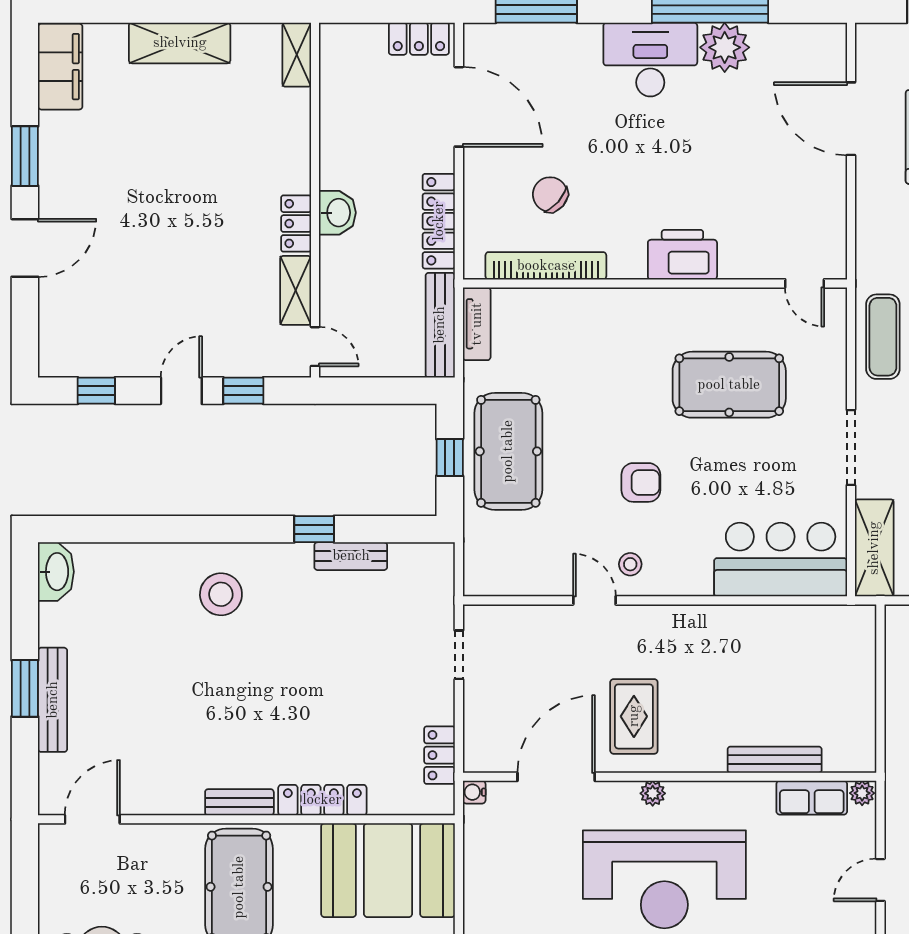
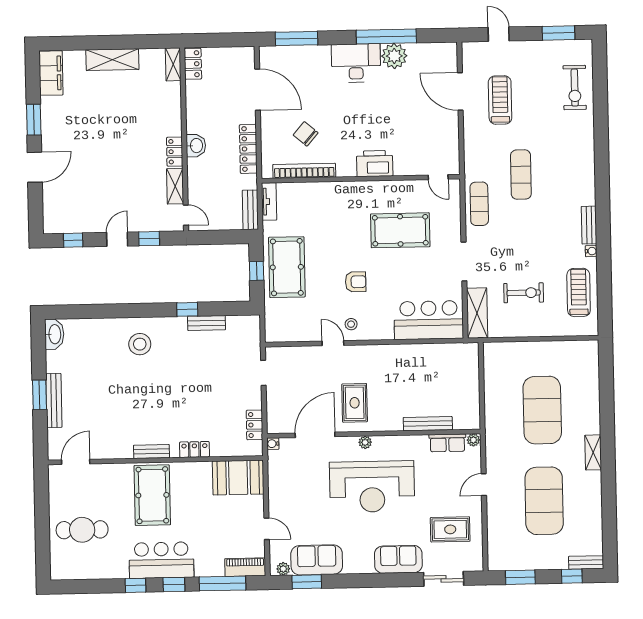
locker: (419, 39) -> (193, 64), moved, turned -90
bench: (440, 325) -> (250, 210), width x0.73
locker: (322, 800) -> (194, 449), width x0.66
booth: (388, 870) -> (238, 478), width x0.73, depth x0.70

